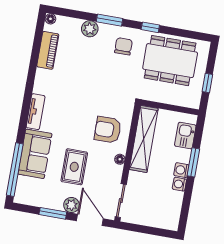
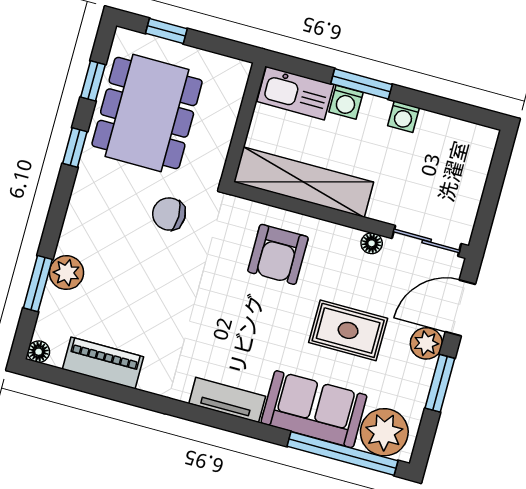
window: (110, 20) -> (38, 284), moved
window: (183, 33) -> (93, 81), added
chair: (123, 46) -> (169, 214), moved
window: (207, 83) -> (166, 31), moved
kitchen sink: (185, 136) -> (295, 93), width x1.38
floor lamp: (120, 159) -> (372, 243), moved
washing machine: (181, 170) -> (346, 102), moved
plant: (27, 189) -> (384, 432), added

